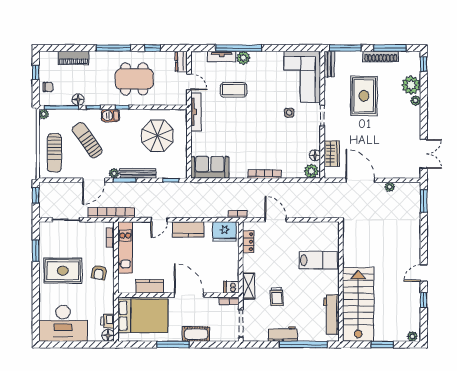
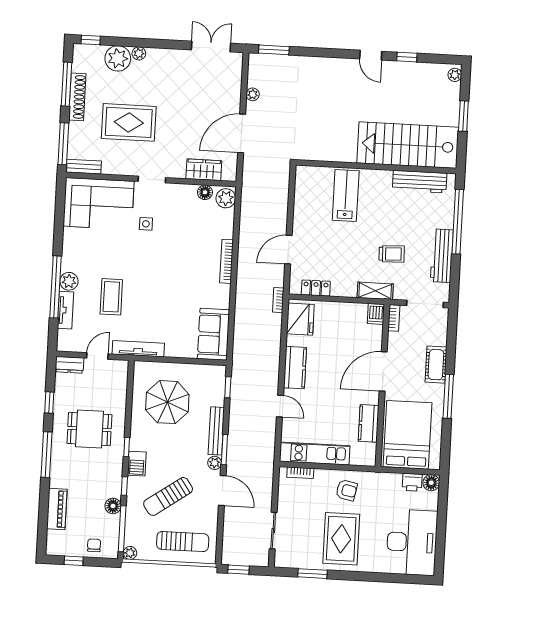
dining table: (134, 79) -> (89, 429), width x0.73
bookcase: (111, 213) -> (267, 469), removed
workbench: (283, 334) -> (442, 256), width x1.37

